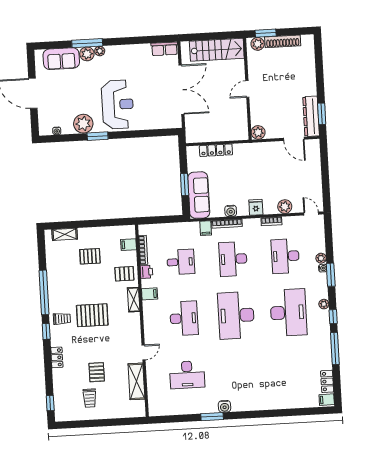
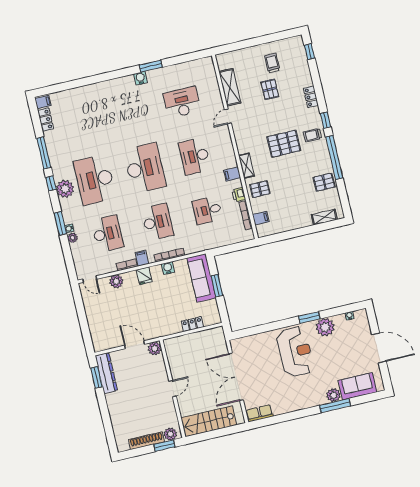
plant: (100, 51) -> (322, 400), removed
reception desk: (118, 104) -> (295, 352), turned 180
door: (294, 139) -> (135, 345), moved
locker: (216, 150) -> (192, 324), width x0.66
filing cabinet: (206, 228) -> (142, 258), moved
pallet: (90, 256) -> (324, 182), moved
plant: (324, 304) -> (65, 189), width x1.88, depth x1.88

